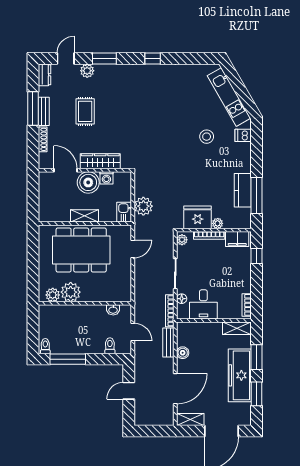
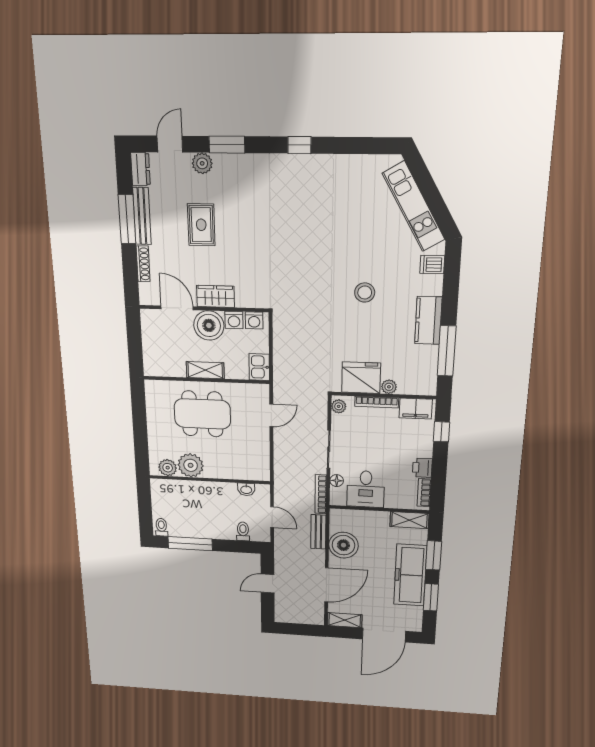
bench: (44, 111) -> (142, 216), width x1.36
stool: (207, 137) -> (365, 292), moved
wardrobe: (100, 161) -> (215, 296), width x0.67
washing machine: (121, 178) -> (254, 320), added
kitchen counter: (243, 190) -> (428, 320), moved
plant: (143, 206) -> (286, 360), removed
dining table: (81, 250) -> (202, 414), width x0.73, depth x0.80
printer: (244, 285) -> (422, 468), added
boiler: (183, 353) -> (343, 545), width x1.86, depth x1.86

